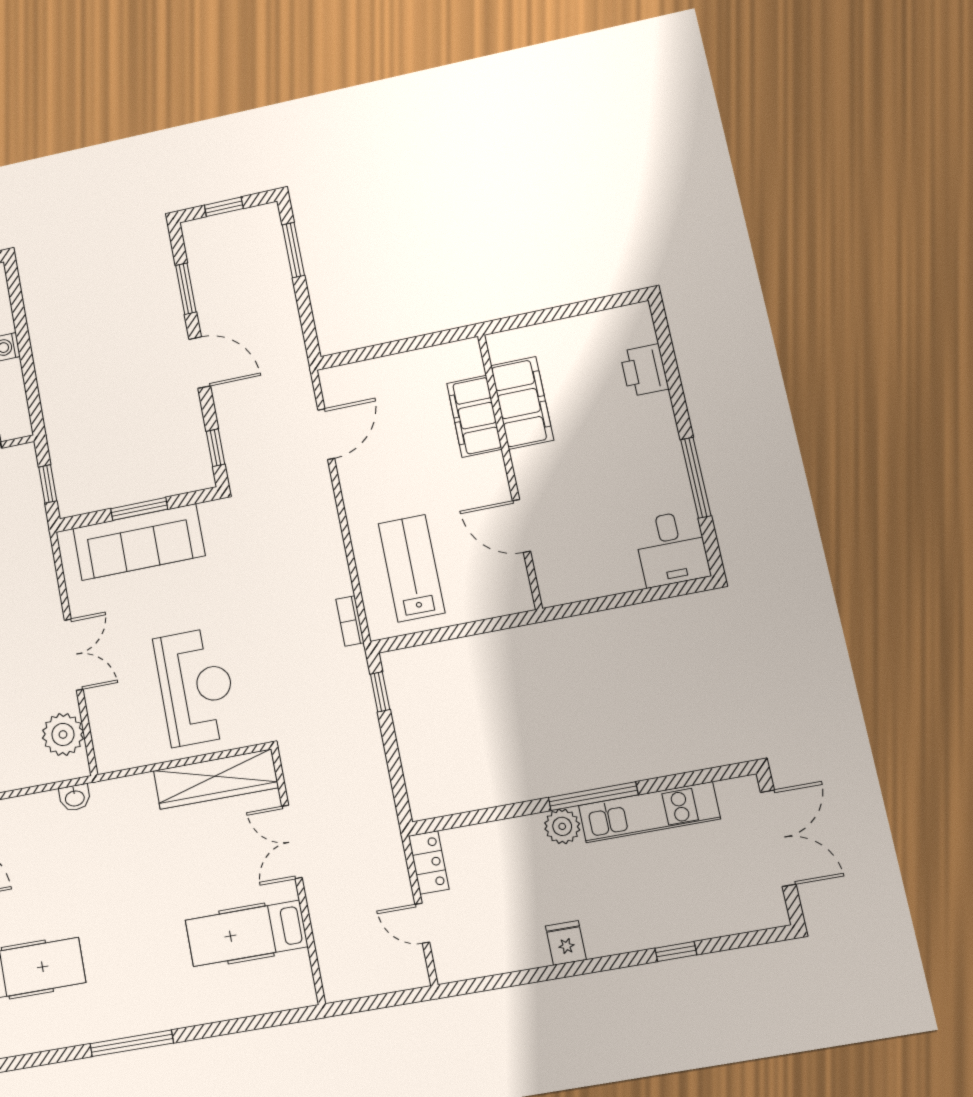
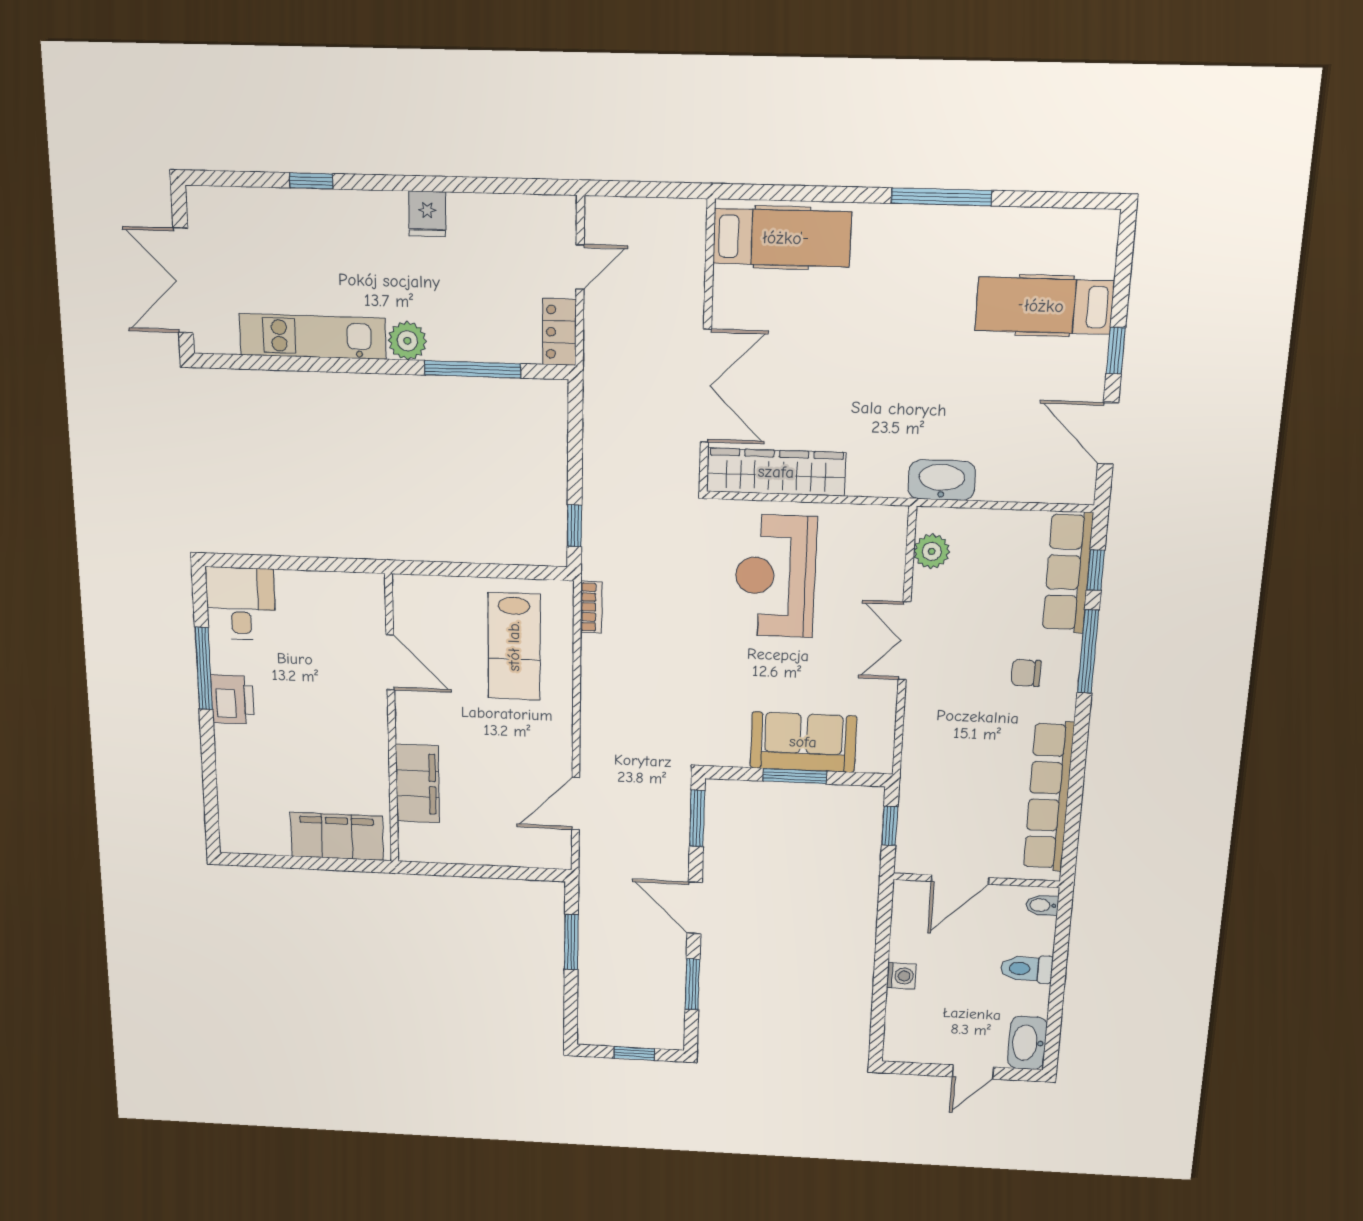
window: (293, 250) -> (571, 942), moved
printer: (644, 370) -> (232, 699), moved
filing cabinet: (522, 403) -> (337, 836), moved, turned 90
window: (215, 448) -> (697, 818), width x1.50
sofa: (139, 542) -> (803, 742), width x0.73
plant: (63, 734) -> (932, 551), width x0.73, depth x0.73
window: (593, 796) -> (473, 369), moved
washbasin: (75, 798) -> (942, 480), width x1.91, depth x1.45
double door: (292, 842) -> (706, 386), width x1.37
door: (422, 923) -> (580, 267), hinge flipped
hospital bed: (246, 933) -> (782, 238), moved

